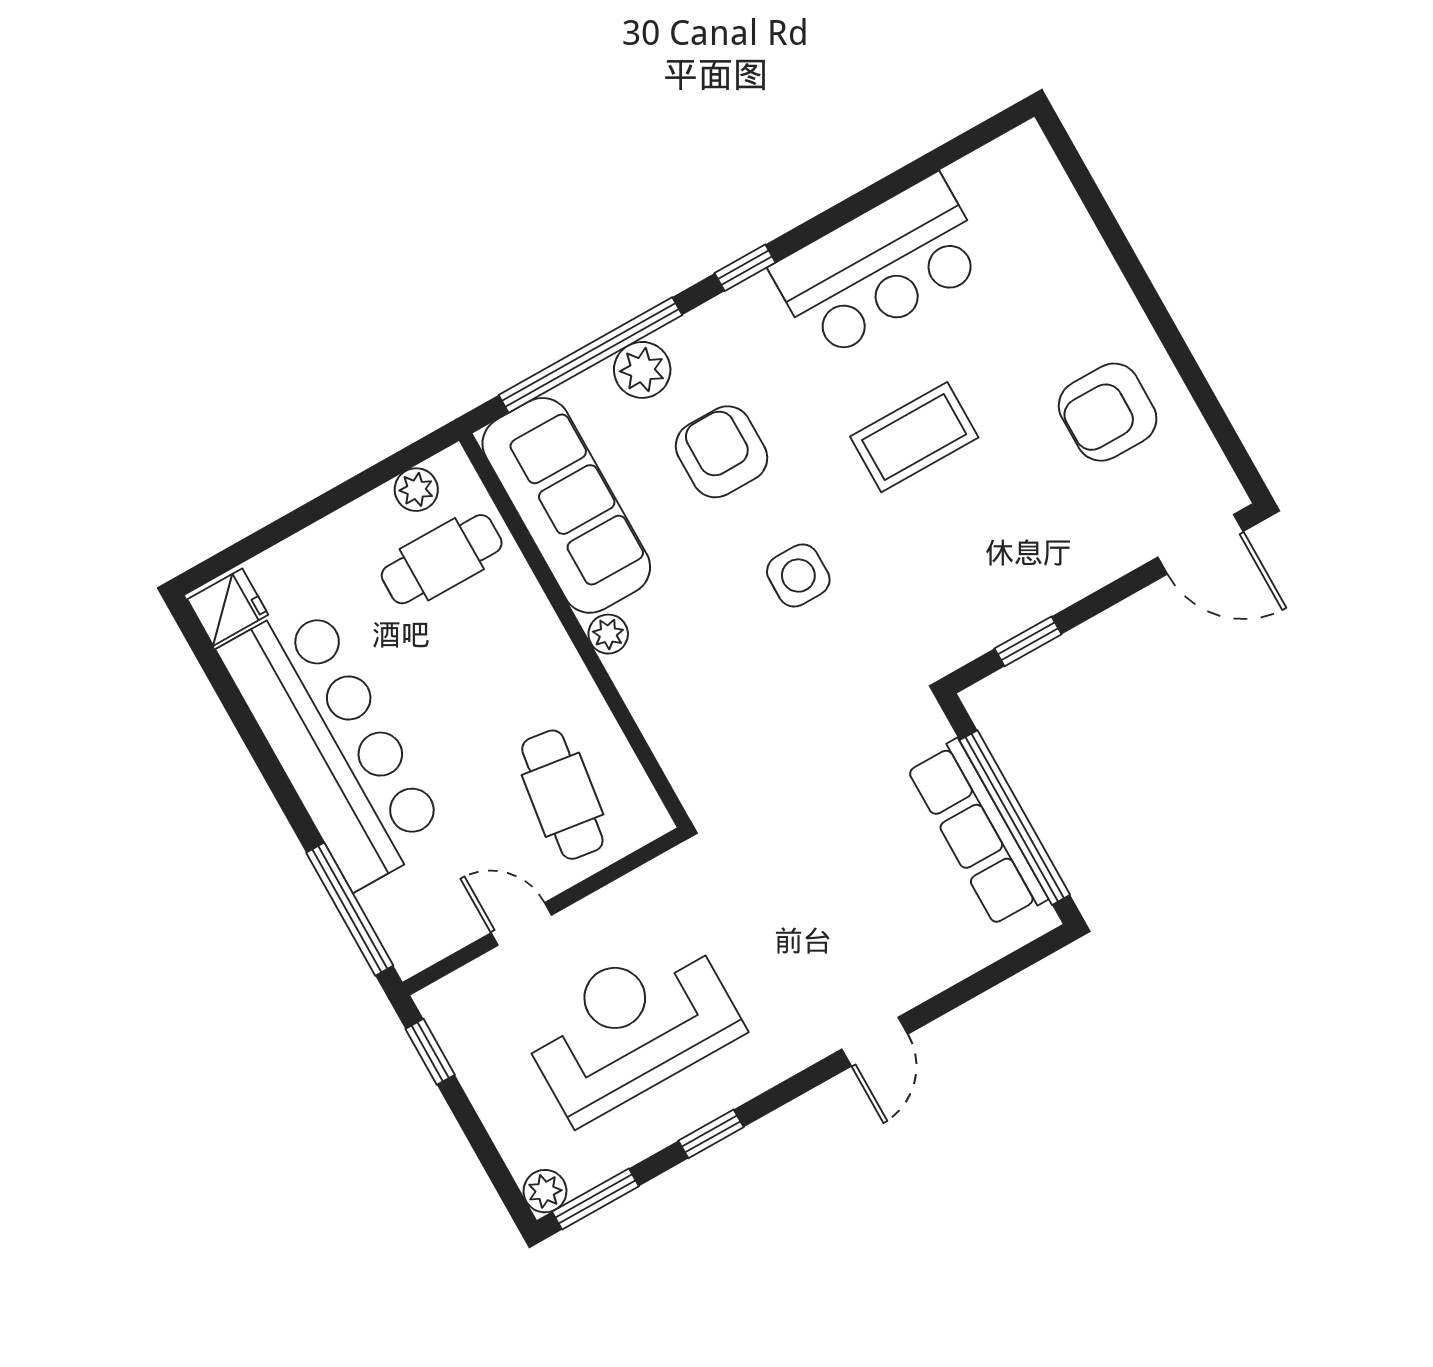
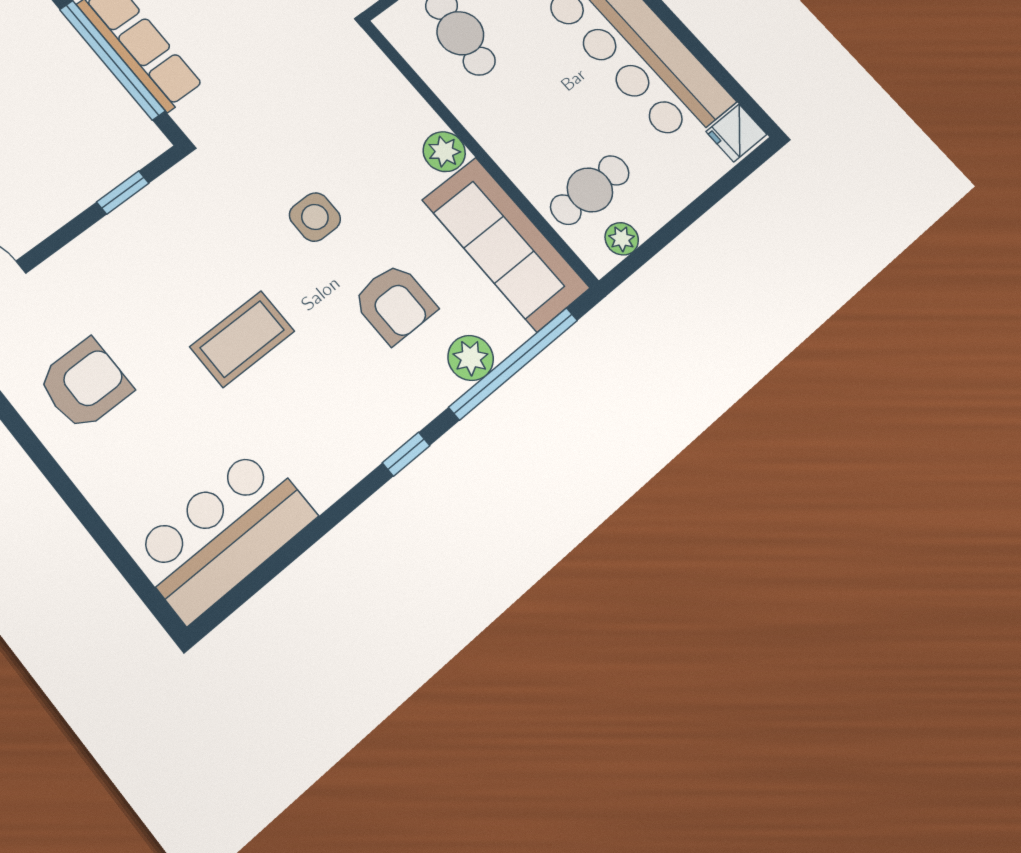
bar counter: (880, 267) -> (224, 533), moved
plant: (608, 634) -> (444, 152), width x1.38, depth x1.38

